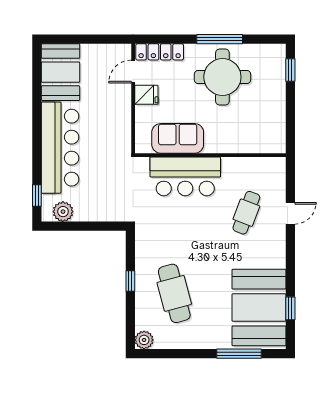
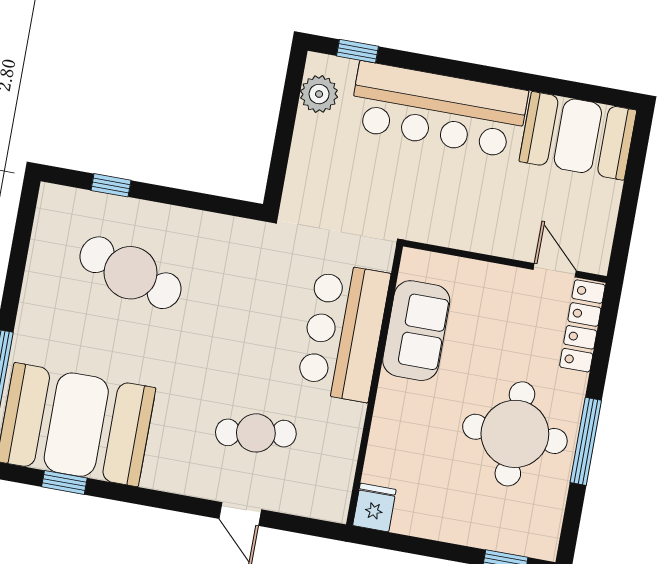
fridge: (146, 95) -> (374, 508), moved, turned 180
cafe table: (246, 213) -> (256, 433), turned -30
window: (130, 281) -> (111, 185), moved
cafe table: (174, 293) -> (131, 273), turned 33
plant: (144, 340) -> (54, 201), removed

